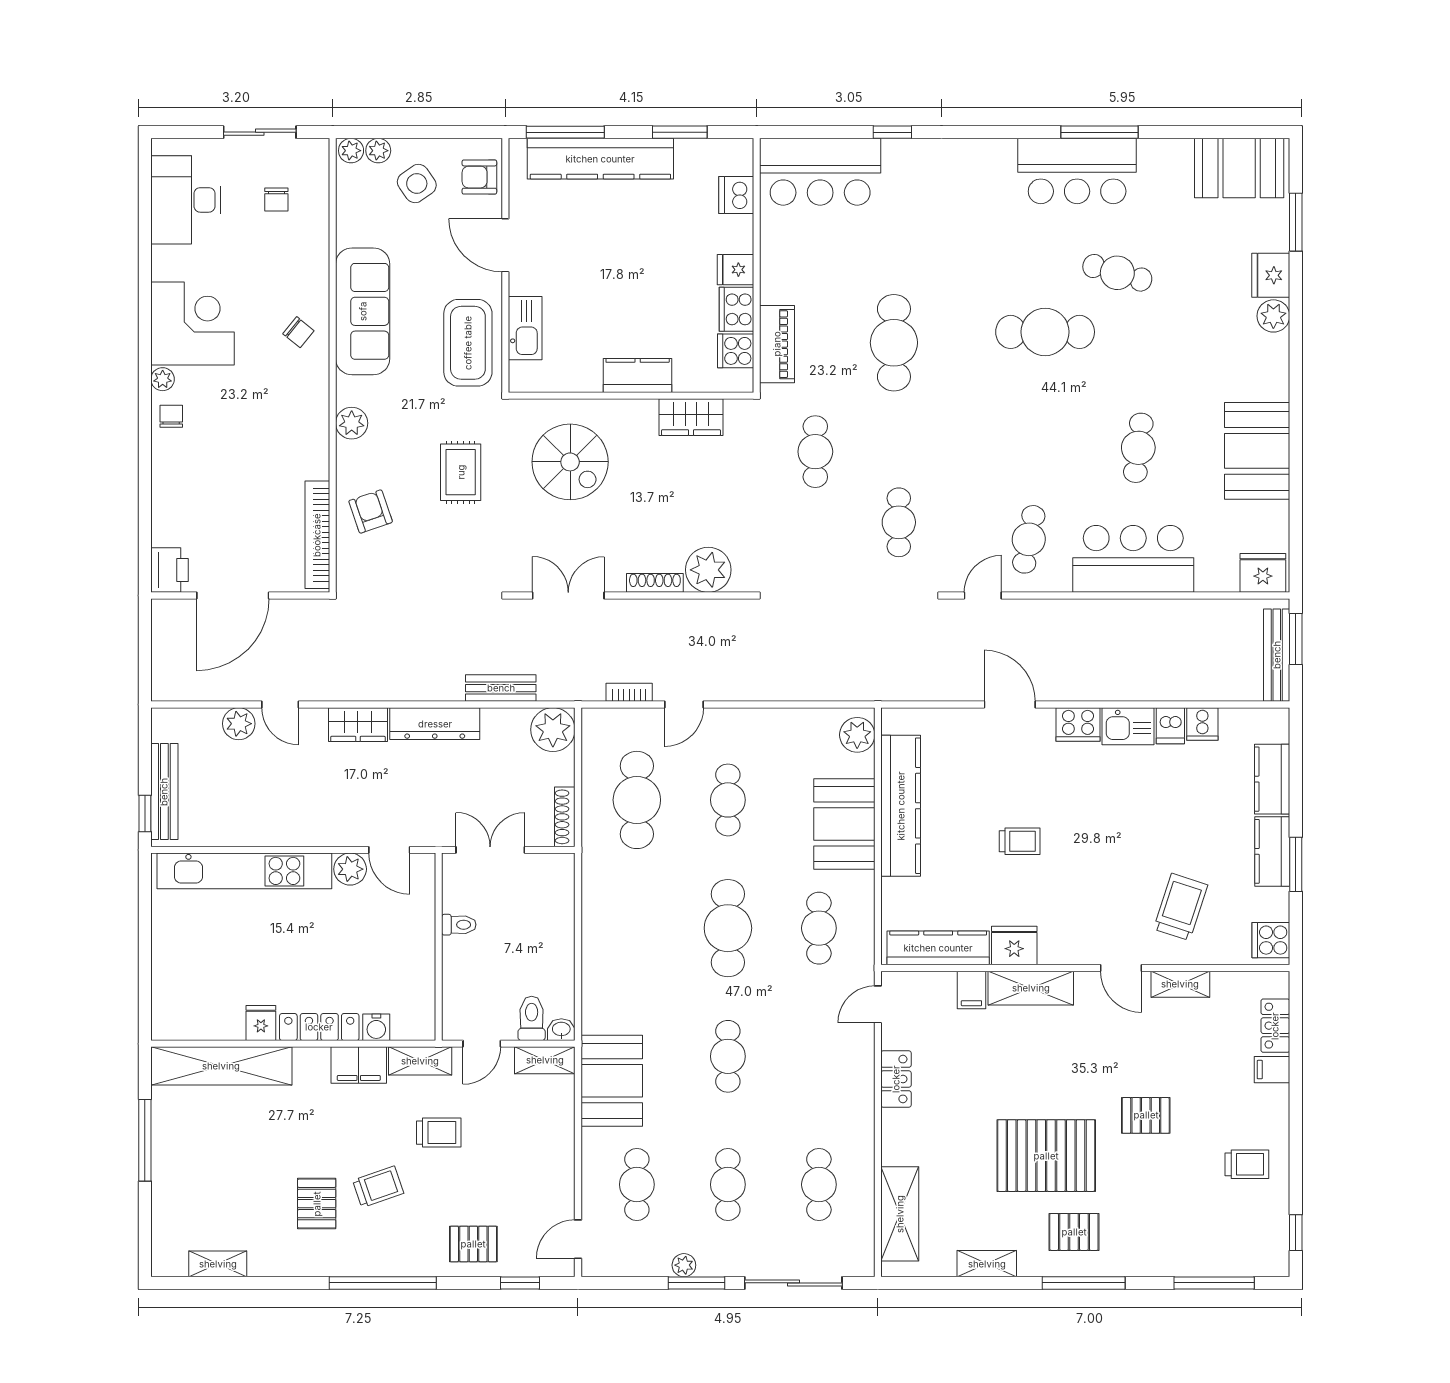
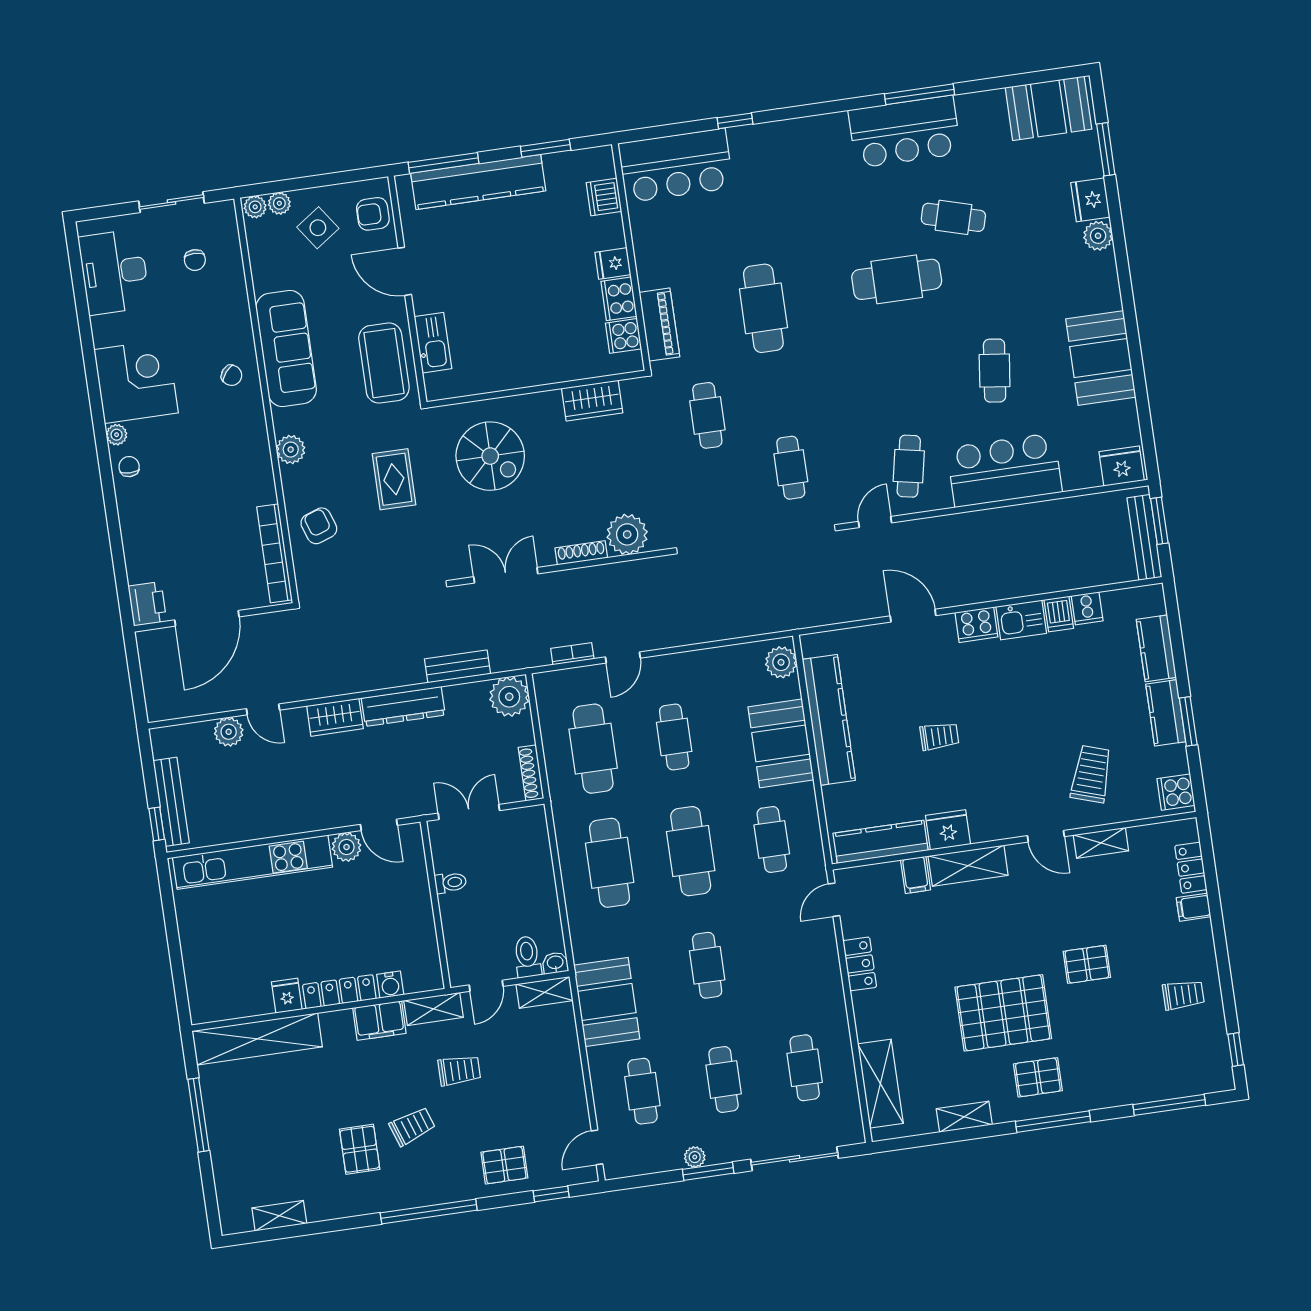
kitchen counter: (638, 375) -> (539, 370), removed
cafe table: (637, 928) -> (610, 863), added

